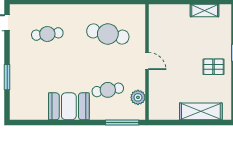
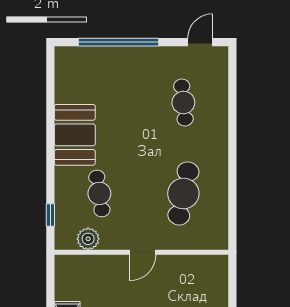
window: (7, 77) -> (119, 42), width x2.11
window: (122, 123) -> (50, 215), width x0.46

